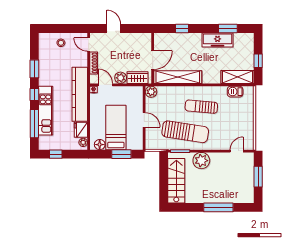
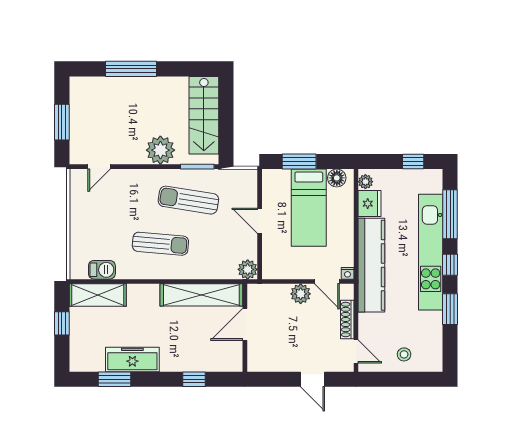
wardrobe: (138, 78) -> (271, 294), removed
kitchen unit: (46, 111) -> (431, 252), width x1.36
sun lounger: (185, 132) -> (188, 200), width x0.73, depth x0.75

